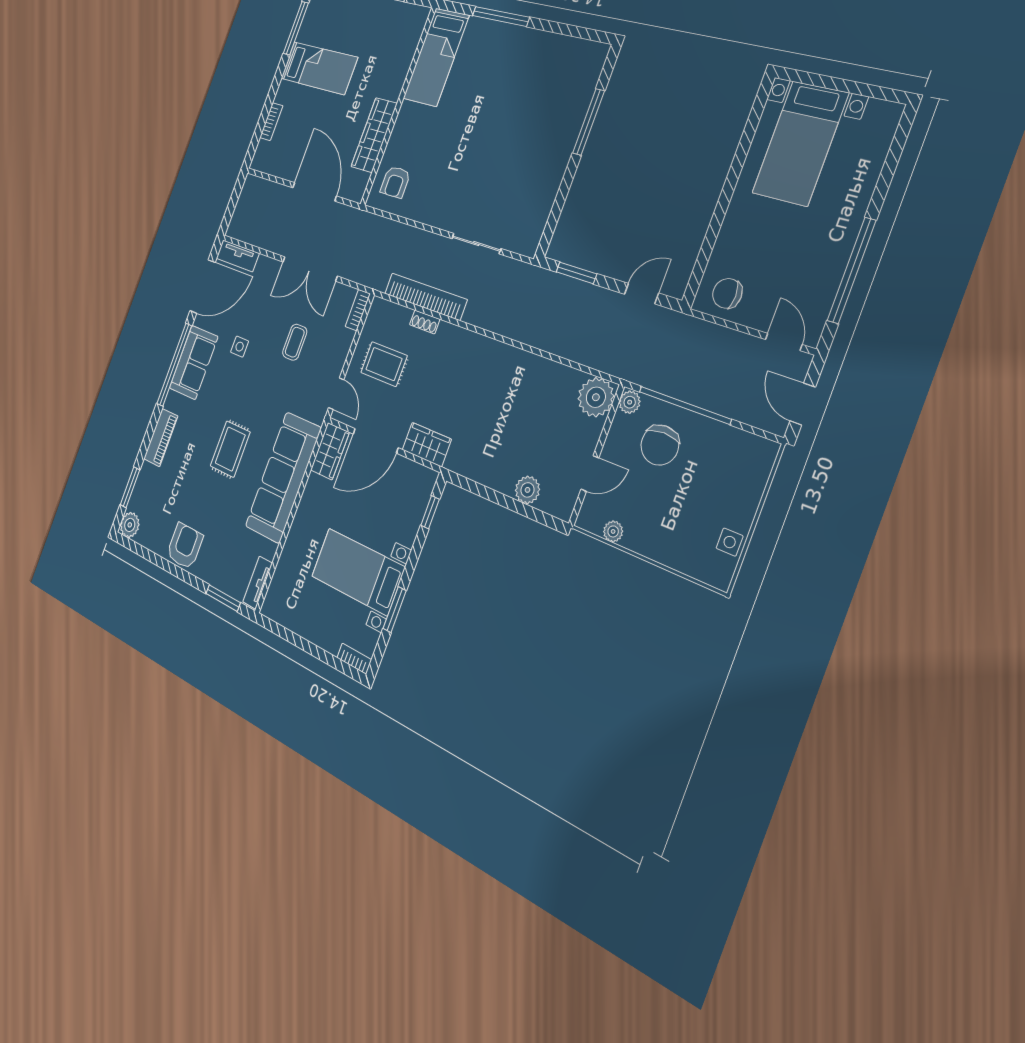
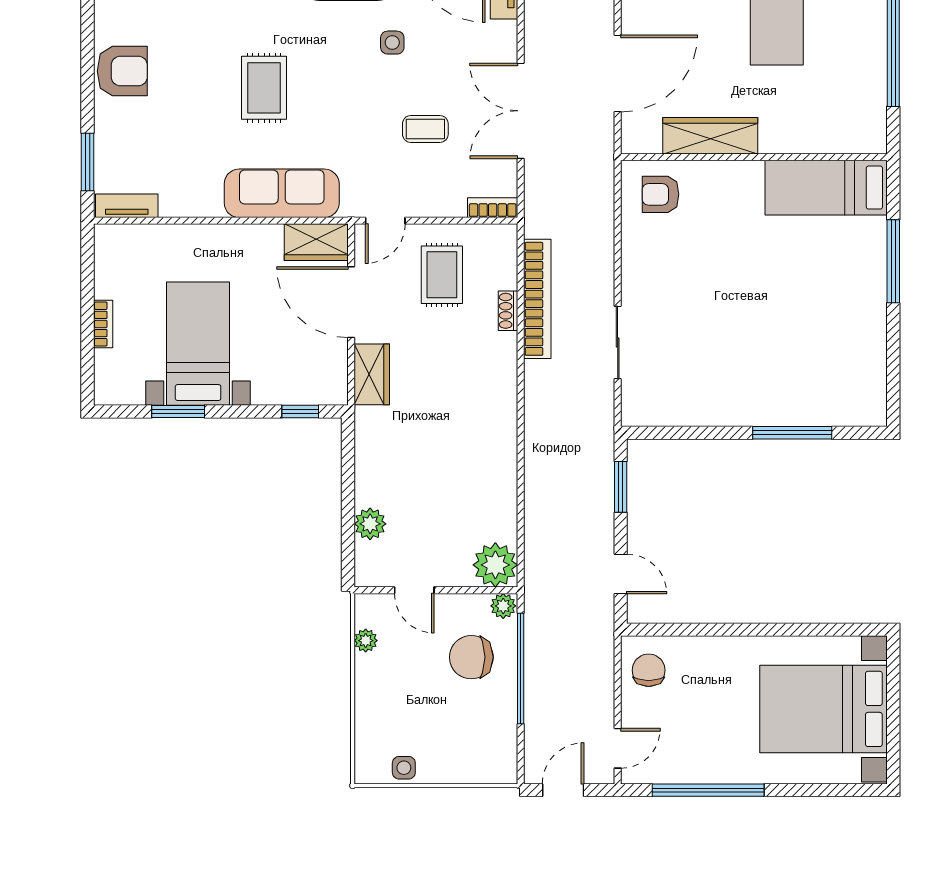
bed with nightstands: (800, 143) -> (823, 709), width x1.36
rug: (230, 449) -> (264, 88), turned 90
sofa: (283, 477) -> (282, 193), width x0.74, depth x0.79
bookcase: (354, 659) -> (103, 324), moved

